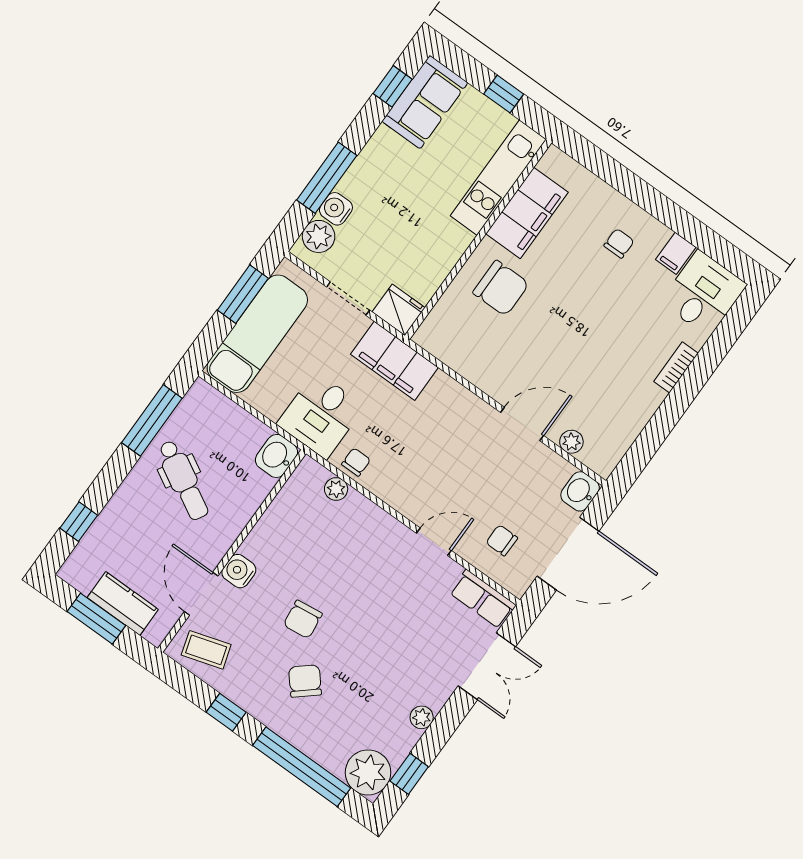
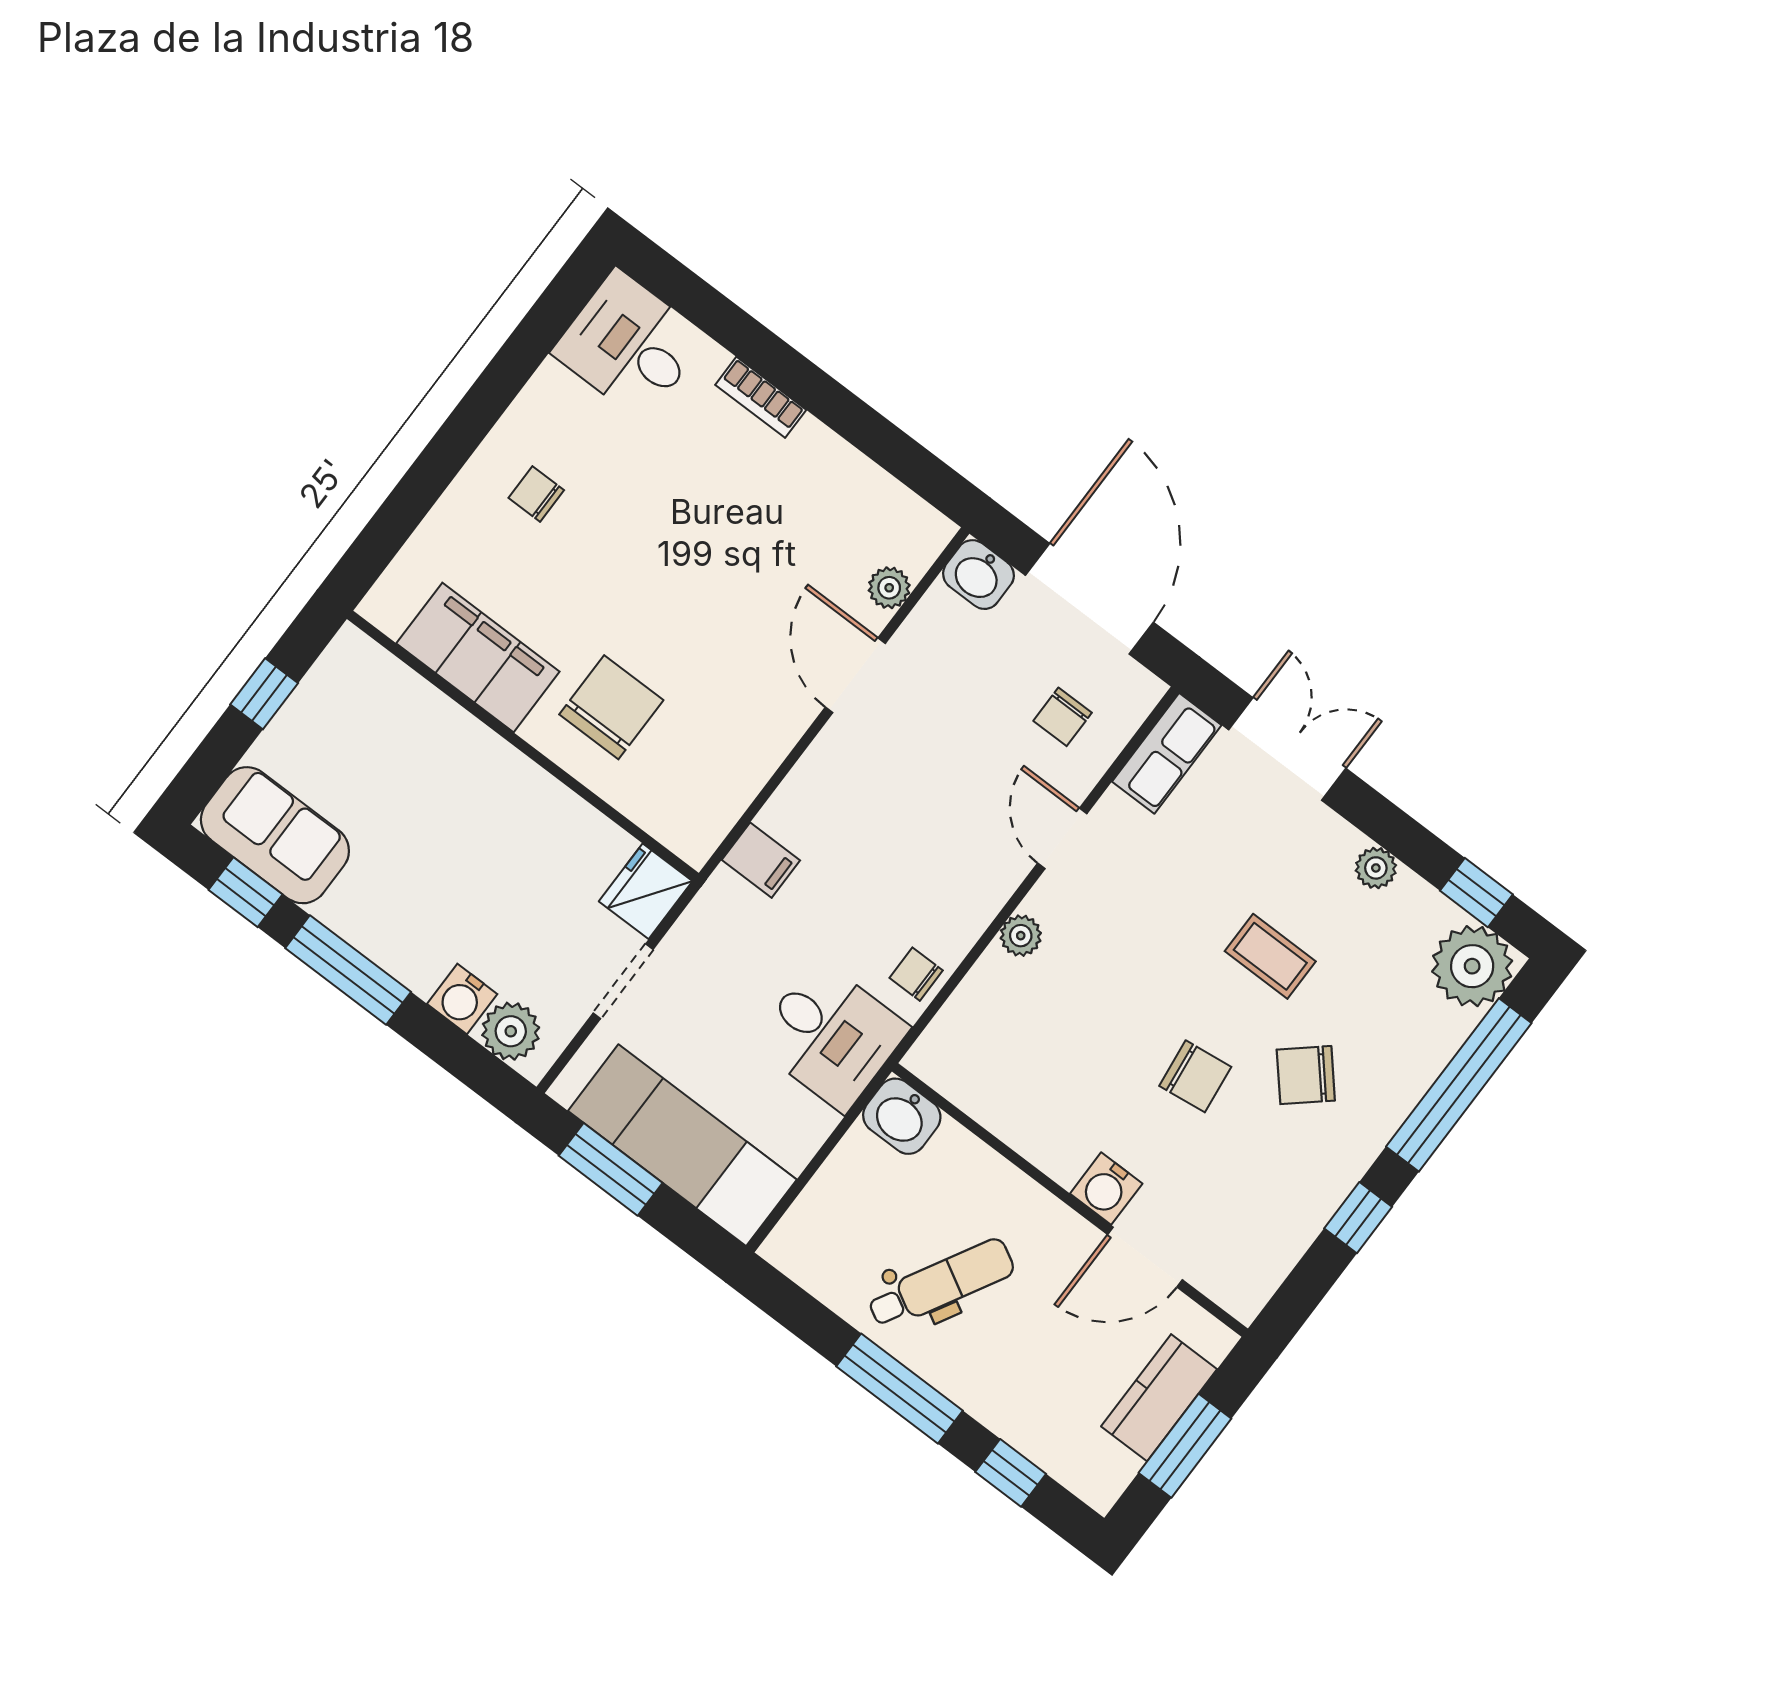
window: (327, 178) -> (348, 970), moved
kitchen unit: (498, 178) -> (413, 707), removed
filing cabinet: (676, 253) -> (557, 393), removed
filing cabinet: (394, 361) -> (761, 860), width x0.33, depth x0.86
window: (152, 420) -> (899, 1389), moved
plant: (336, 489) -> (1021, 936), moved
coffee table: (206, 650) -> (1270, 956), moved, turned -73

